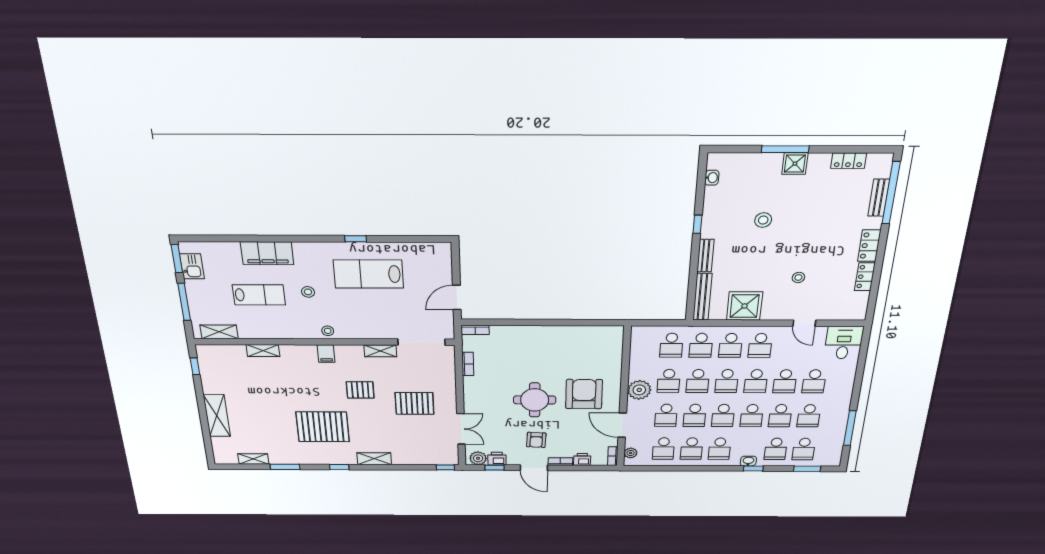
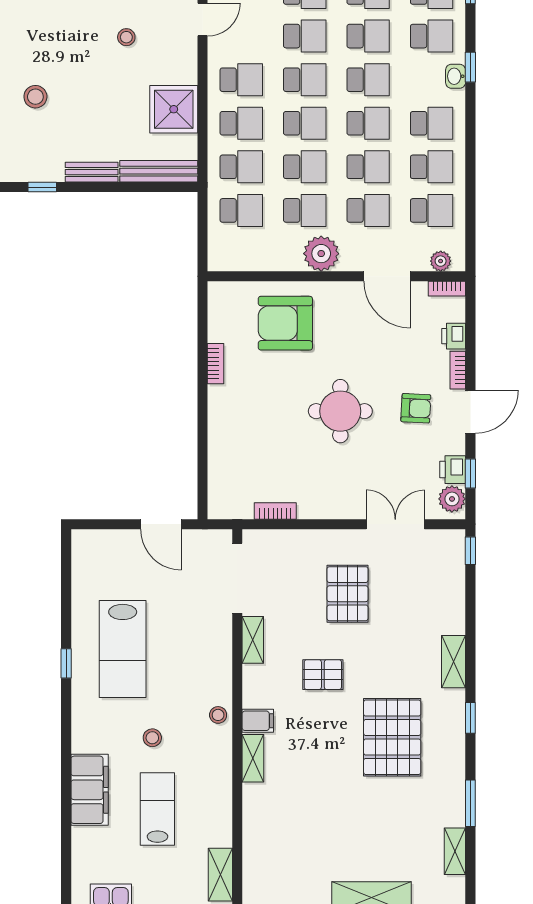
bookcase: (475, 330) -> (216, 364), moved
shelving: (263, 351) -> (253, 758), moved
pallet: (360, 390) -> (323, 675), turned 90
armchair: (584, 394) -> (285, 323), moved
door: (622, 425) -> (387, 276), hinge flipped

